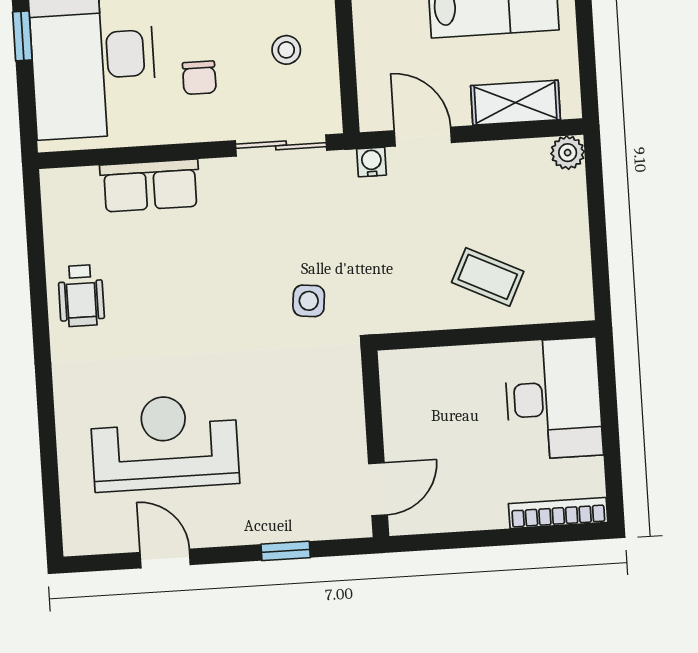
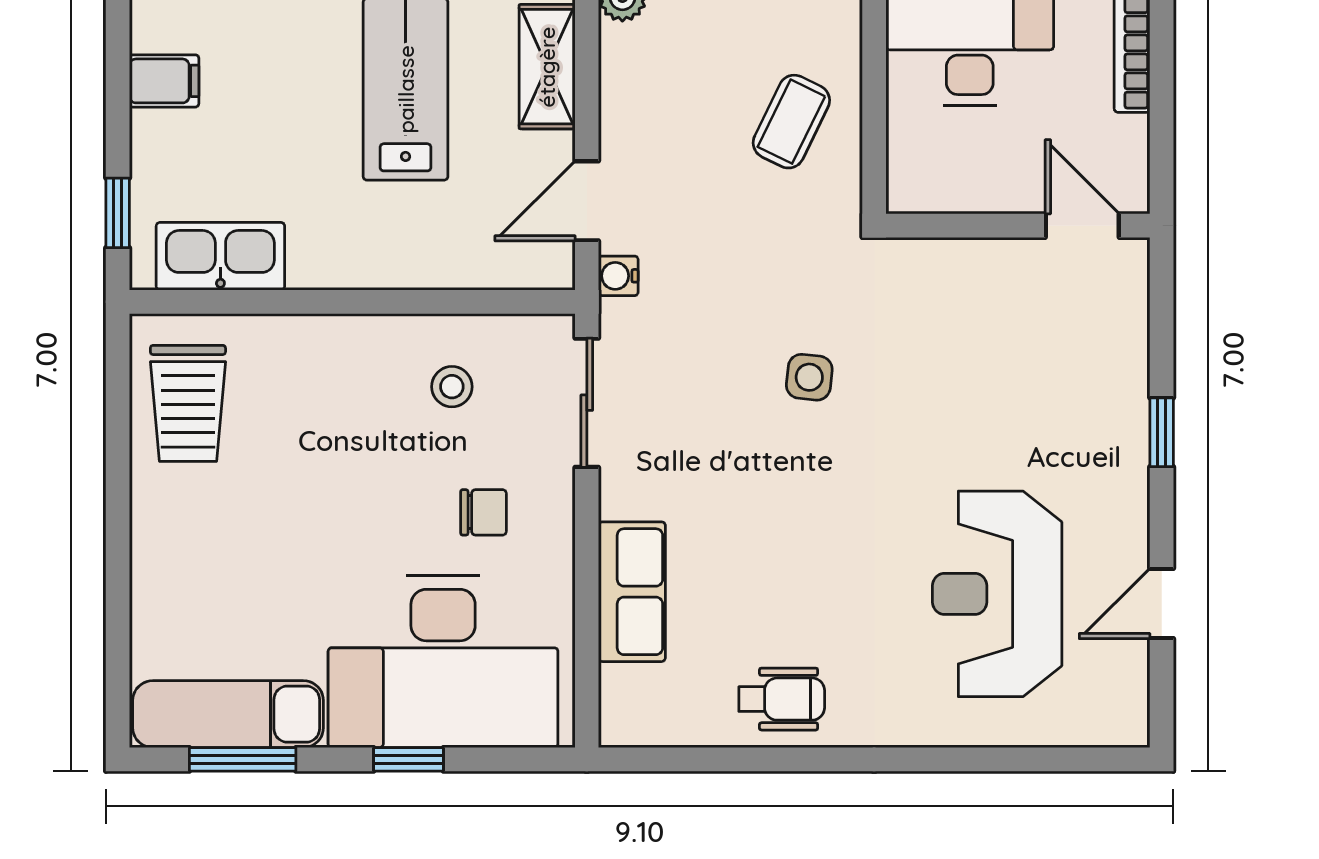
wall: (375, 444) -> (1018, 226), moved
door: (378, 489) -> (1082, 226), moved

